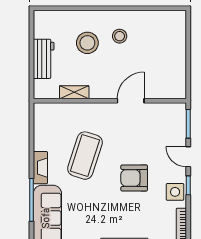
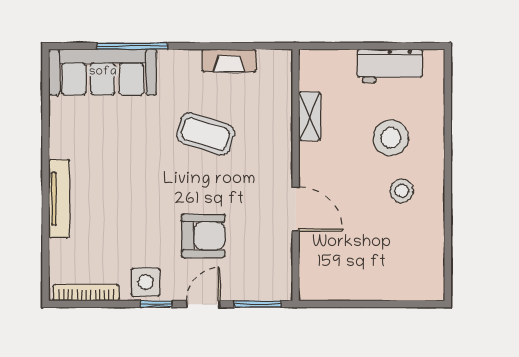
workbench: (44, 59) -> (390, 66), moved
coffee table: (85, 156) -> (205, 134), width x0.73, depth x0.76
fireplace: (40, 168) -> (229, 61), moved
armchair: (134, 178) -> (203, 236), moved, turned 90

